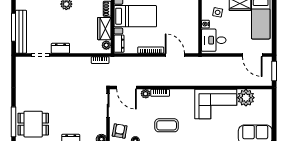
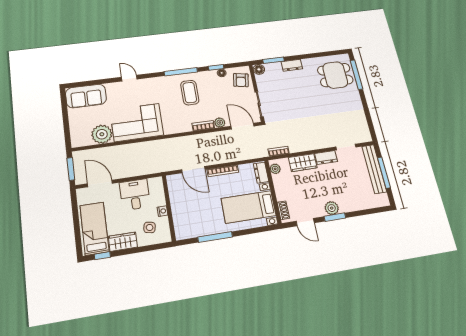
wardrobe: (104, 29) -> (303, 163), moved, turned 90
desk: (214, 40) -> (135, 195), moved, turned -90
coffee table: (167, 125) -> (190, 93), turned 90

